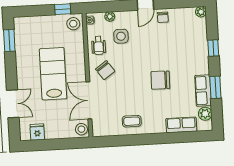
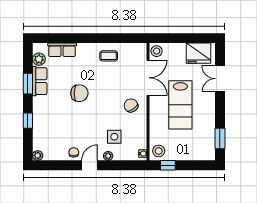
plant: (110, 16) -> (108, 156), moved
wheelchair: (99, 45) -> (136, 129), removed
fridge: (37, 132) -> (198, 53), width x1.88, depth x1.34

